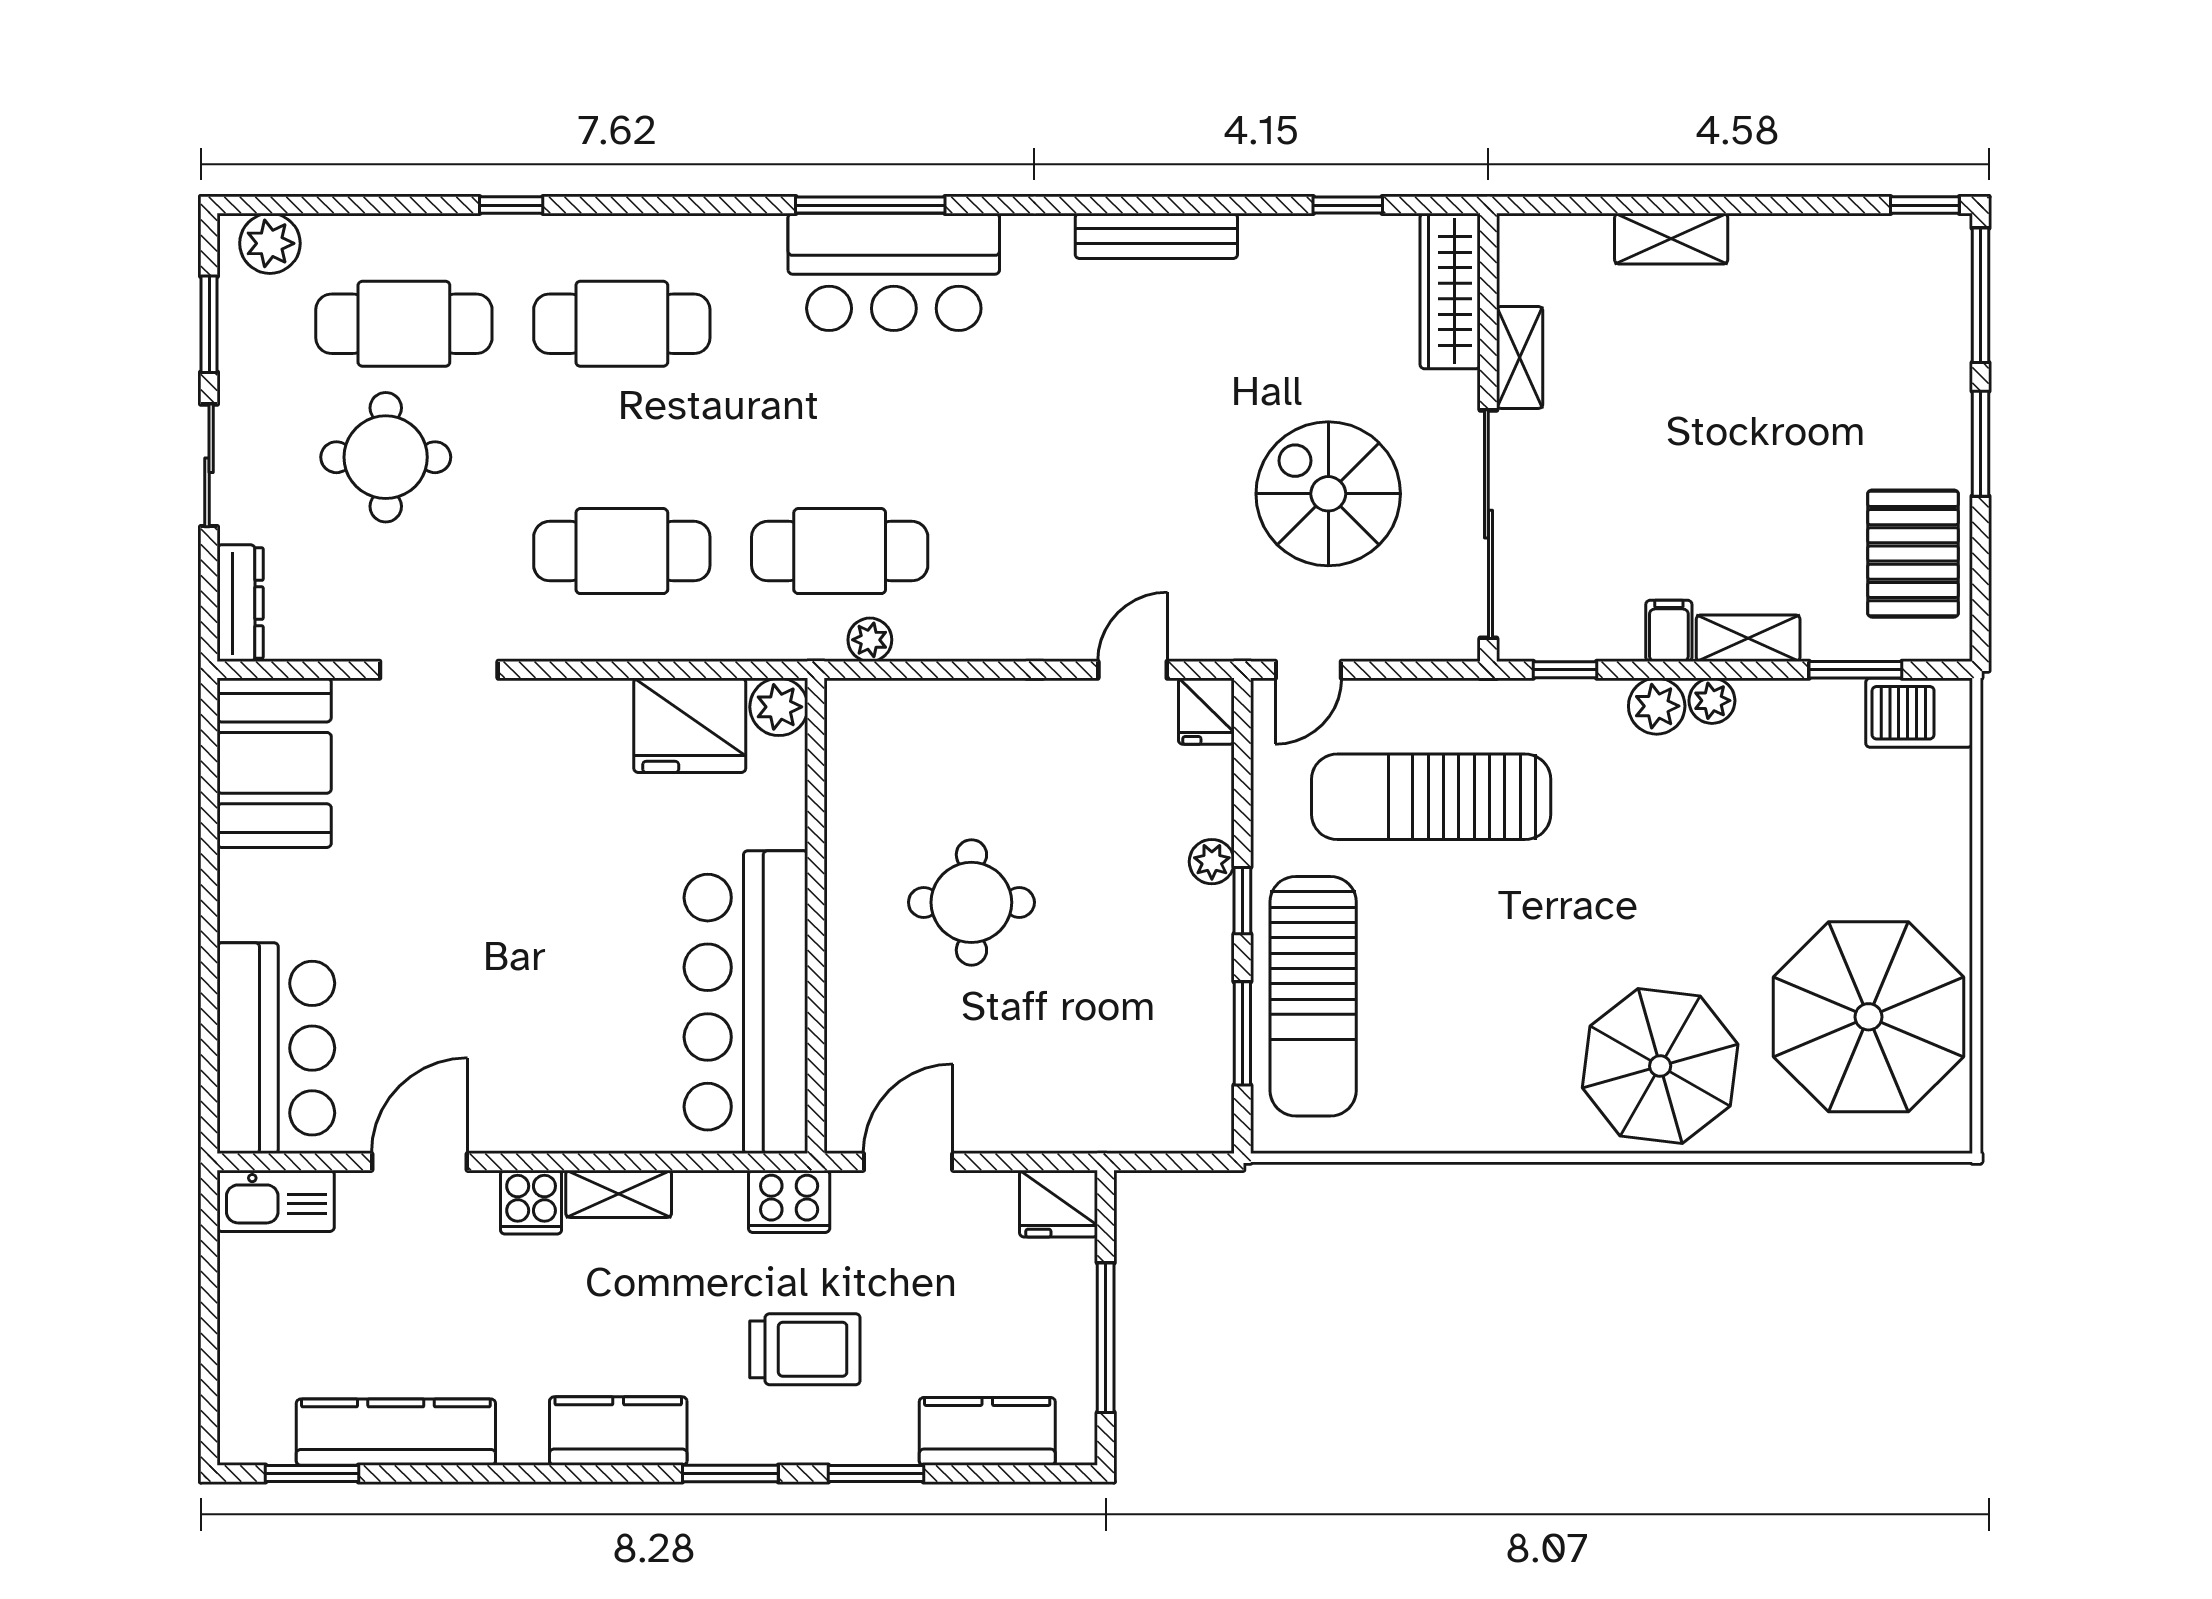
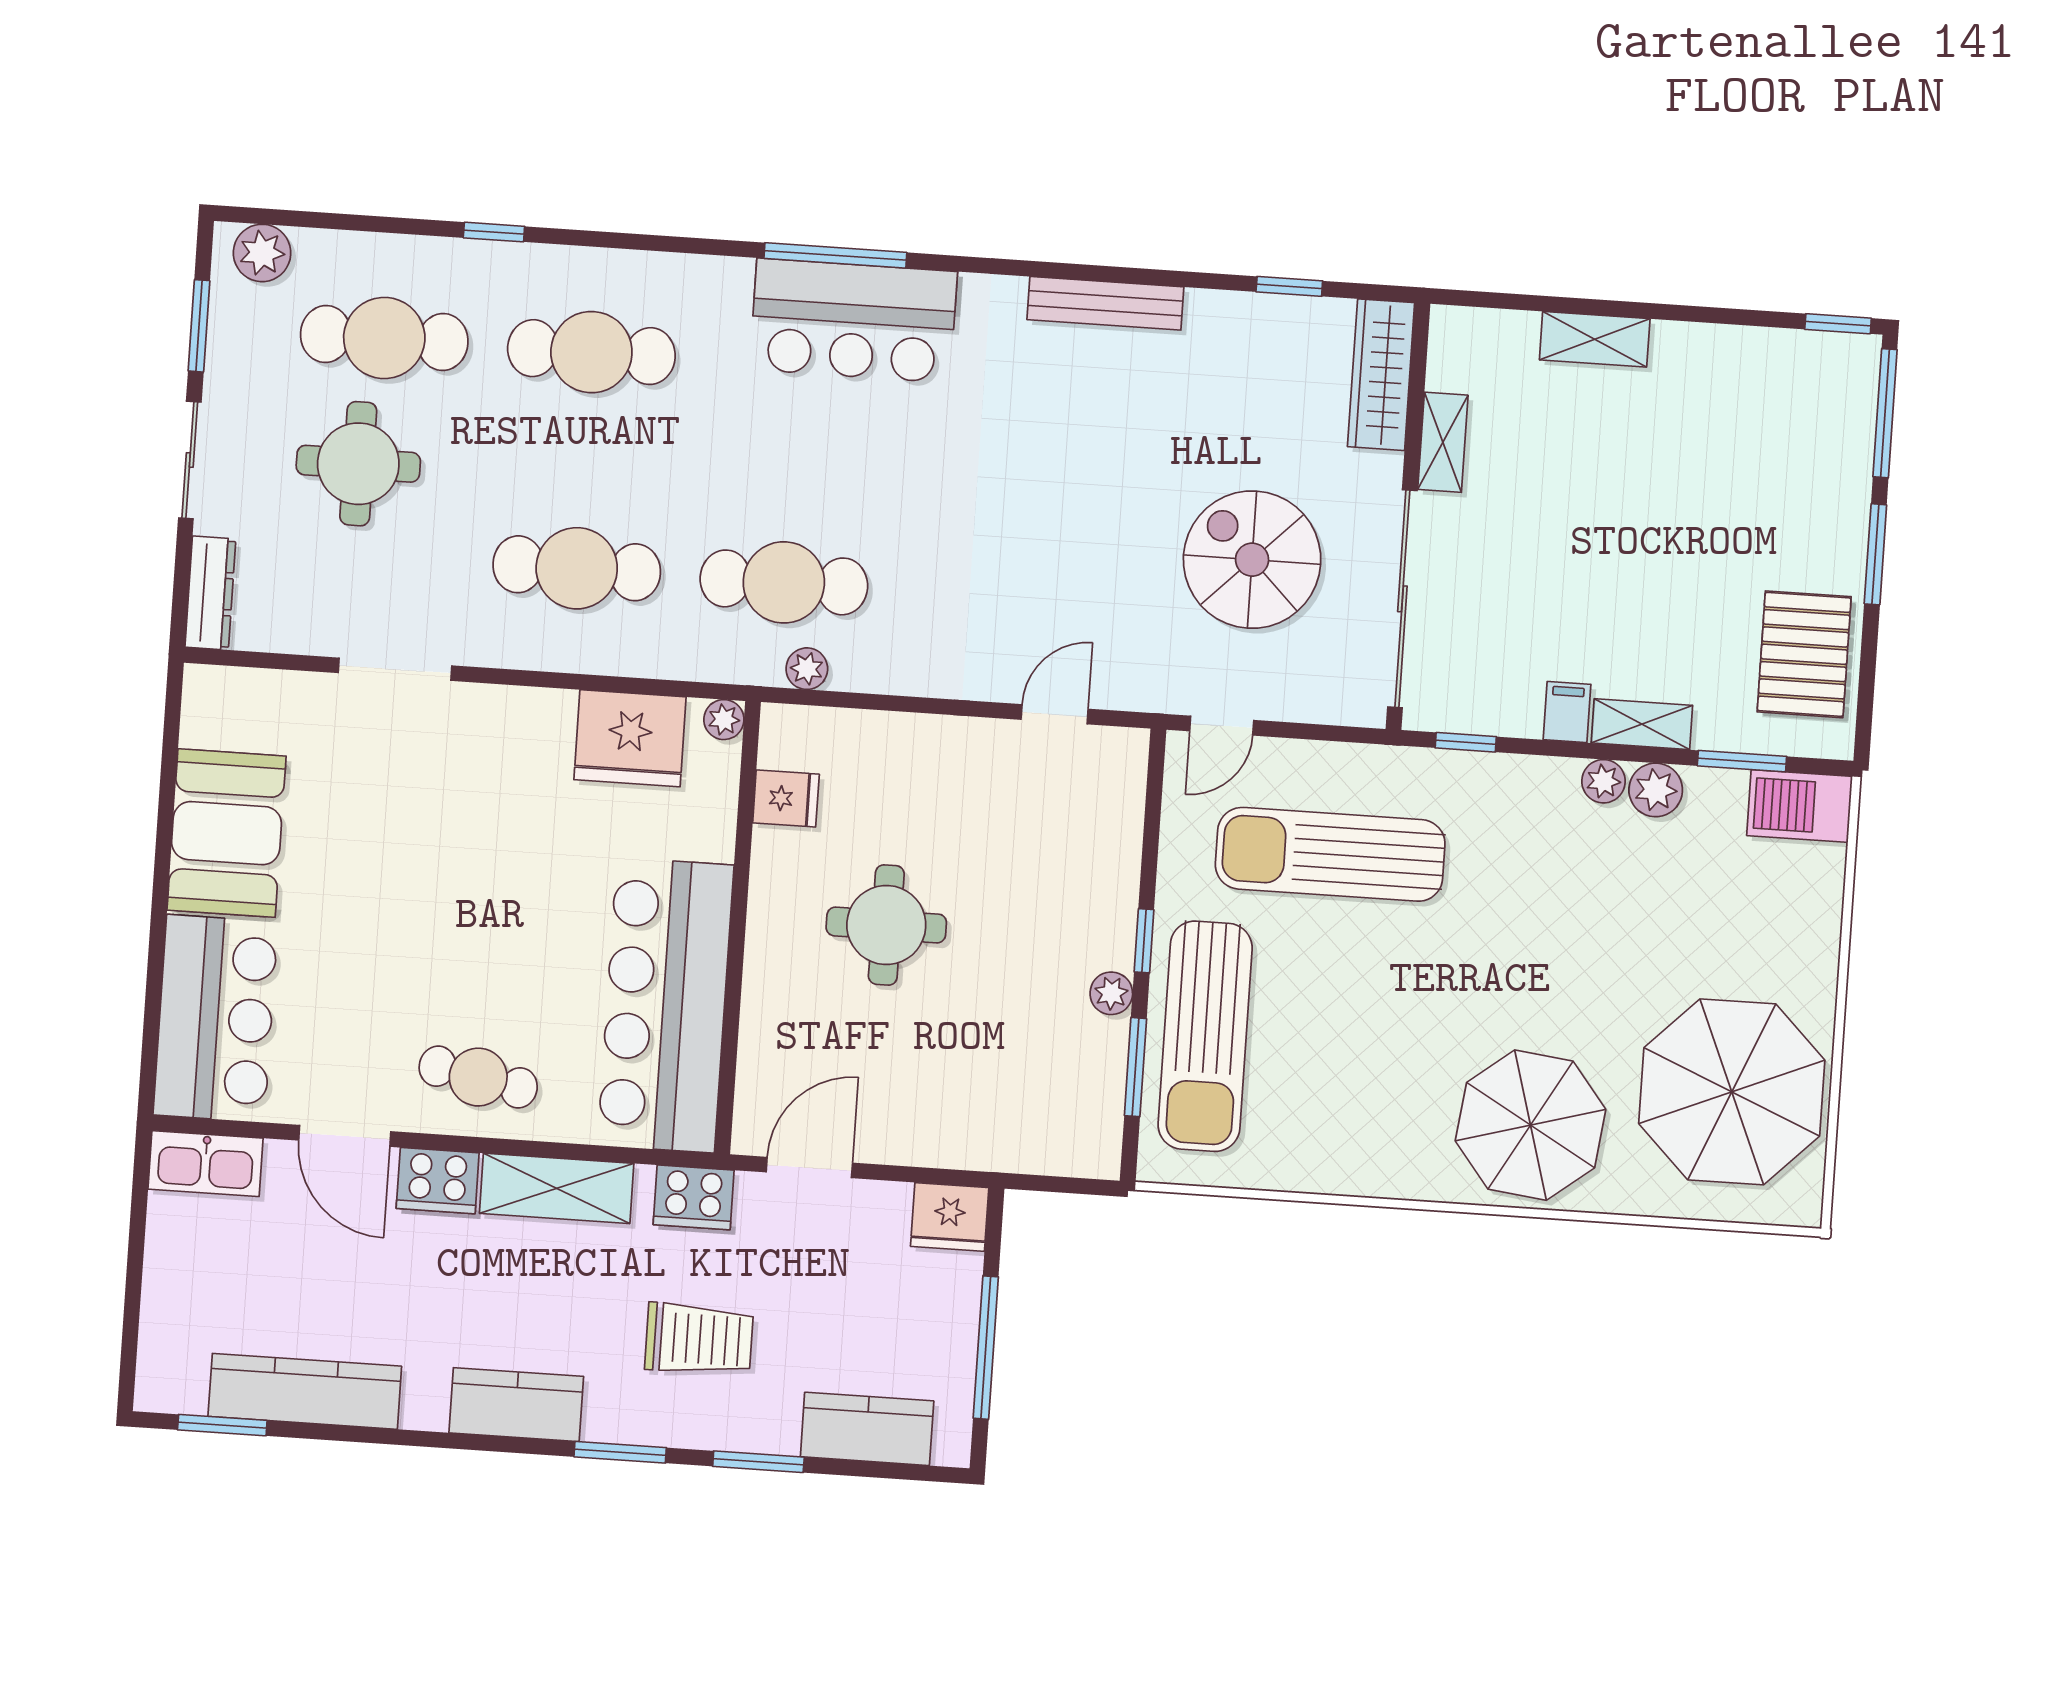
plant: (1657, 706) -> (1656, 790), moved
plant: (779, 707) -> (724, 720), width x0.73, depth x0.73
fridge: (1206, 711) -> (786, 798), moved, turned -90
booth: (274, 763) -> (227, 833), moved
plant: (1212, 862) -> (1111, 993), moved
cafe table: (555, 1091) -> (478, 1077), added
door: (419, 1162) -> (345, 1136), swing flipped
shelving: (619, 1194) -> (557, 1188), width x1.50, depth x1.33
cooker: (531, 1202) -> (438, 1181), width x1.36

